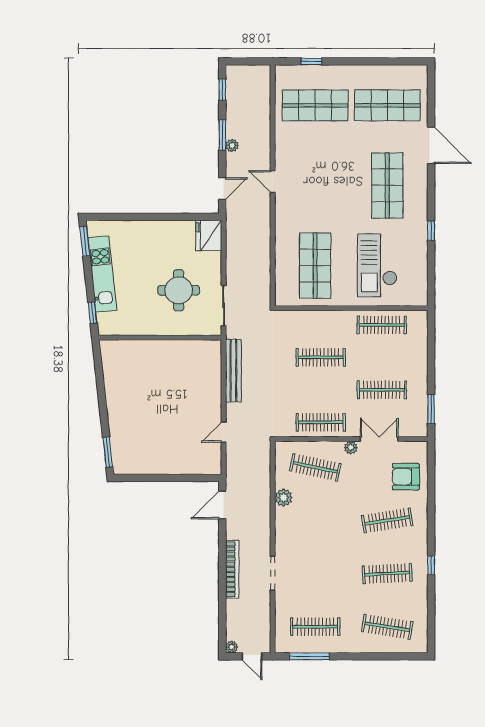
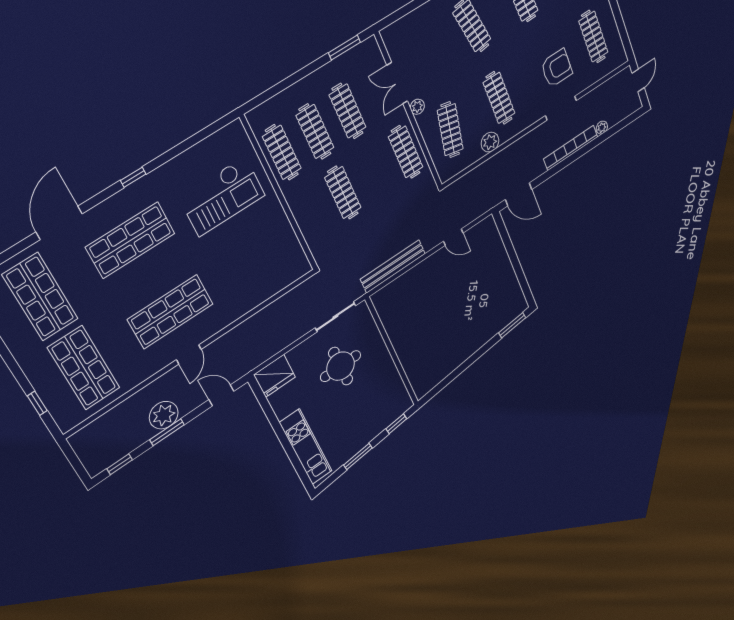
plant: (232, 145) -> (164, 415), width x1.88, depth x1.88
window: (431, 230) -> (133, 177), moved
window: (85, 241) -> (358, 456), moved
shop shelf: (315, 266) -> (170, 312), moved
kitchen unit: (102, 274) -> (306, 447), moved, turned 96
clothes rail: (382, 357) -> (315, 132), added
armchair: (406, 477) -> (557, 68), moved, turned -90
clothes rail: (315, 520) -> (499, 98), added
plant: (232, 647) -> (602, 128), moved
window: (309, 656) -> (621, 26), removed

